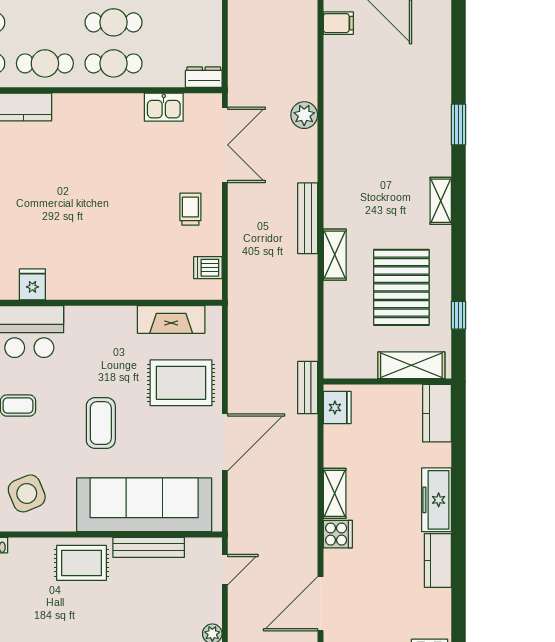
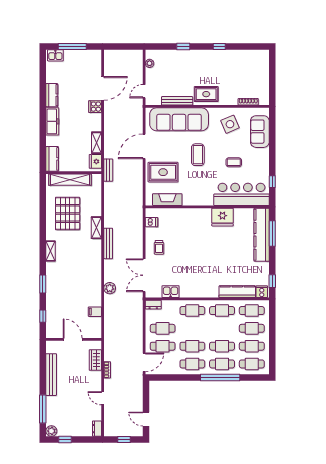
cafe table: (113, 22) -> (163, 328), moved
filing cabinet: (338, 23) -> (95, 312), moved
fridge: (32, 284) -> (222, 217), width x1.88, depth x1.34
window: (458, 315) -> (43, 316), moved
shelving: (411, 365) -> (70, 180), width x1.47
shelving: (335, 493) -> (97, 143), moved
door: (320, 604) -> (103, 88), moved

